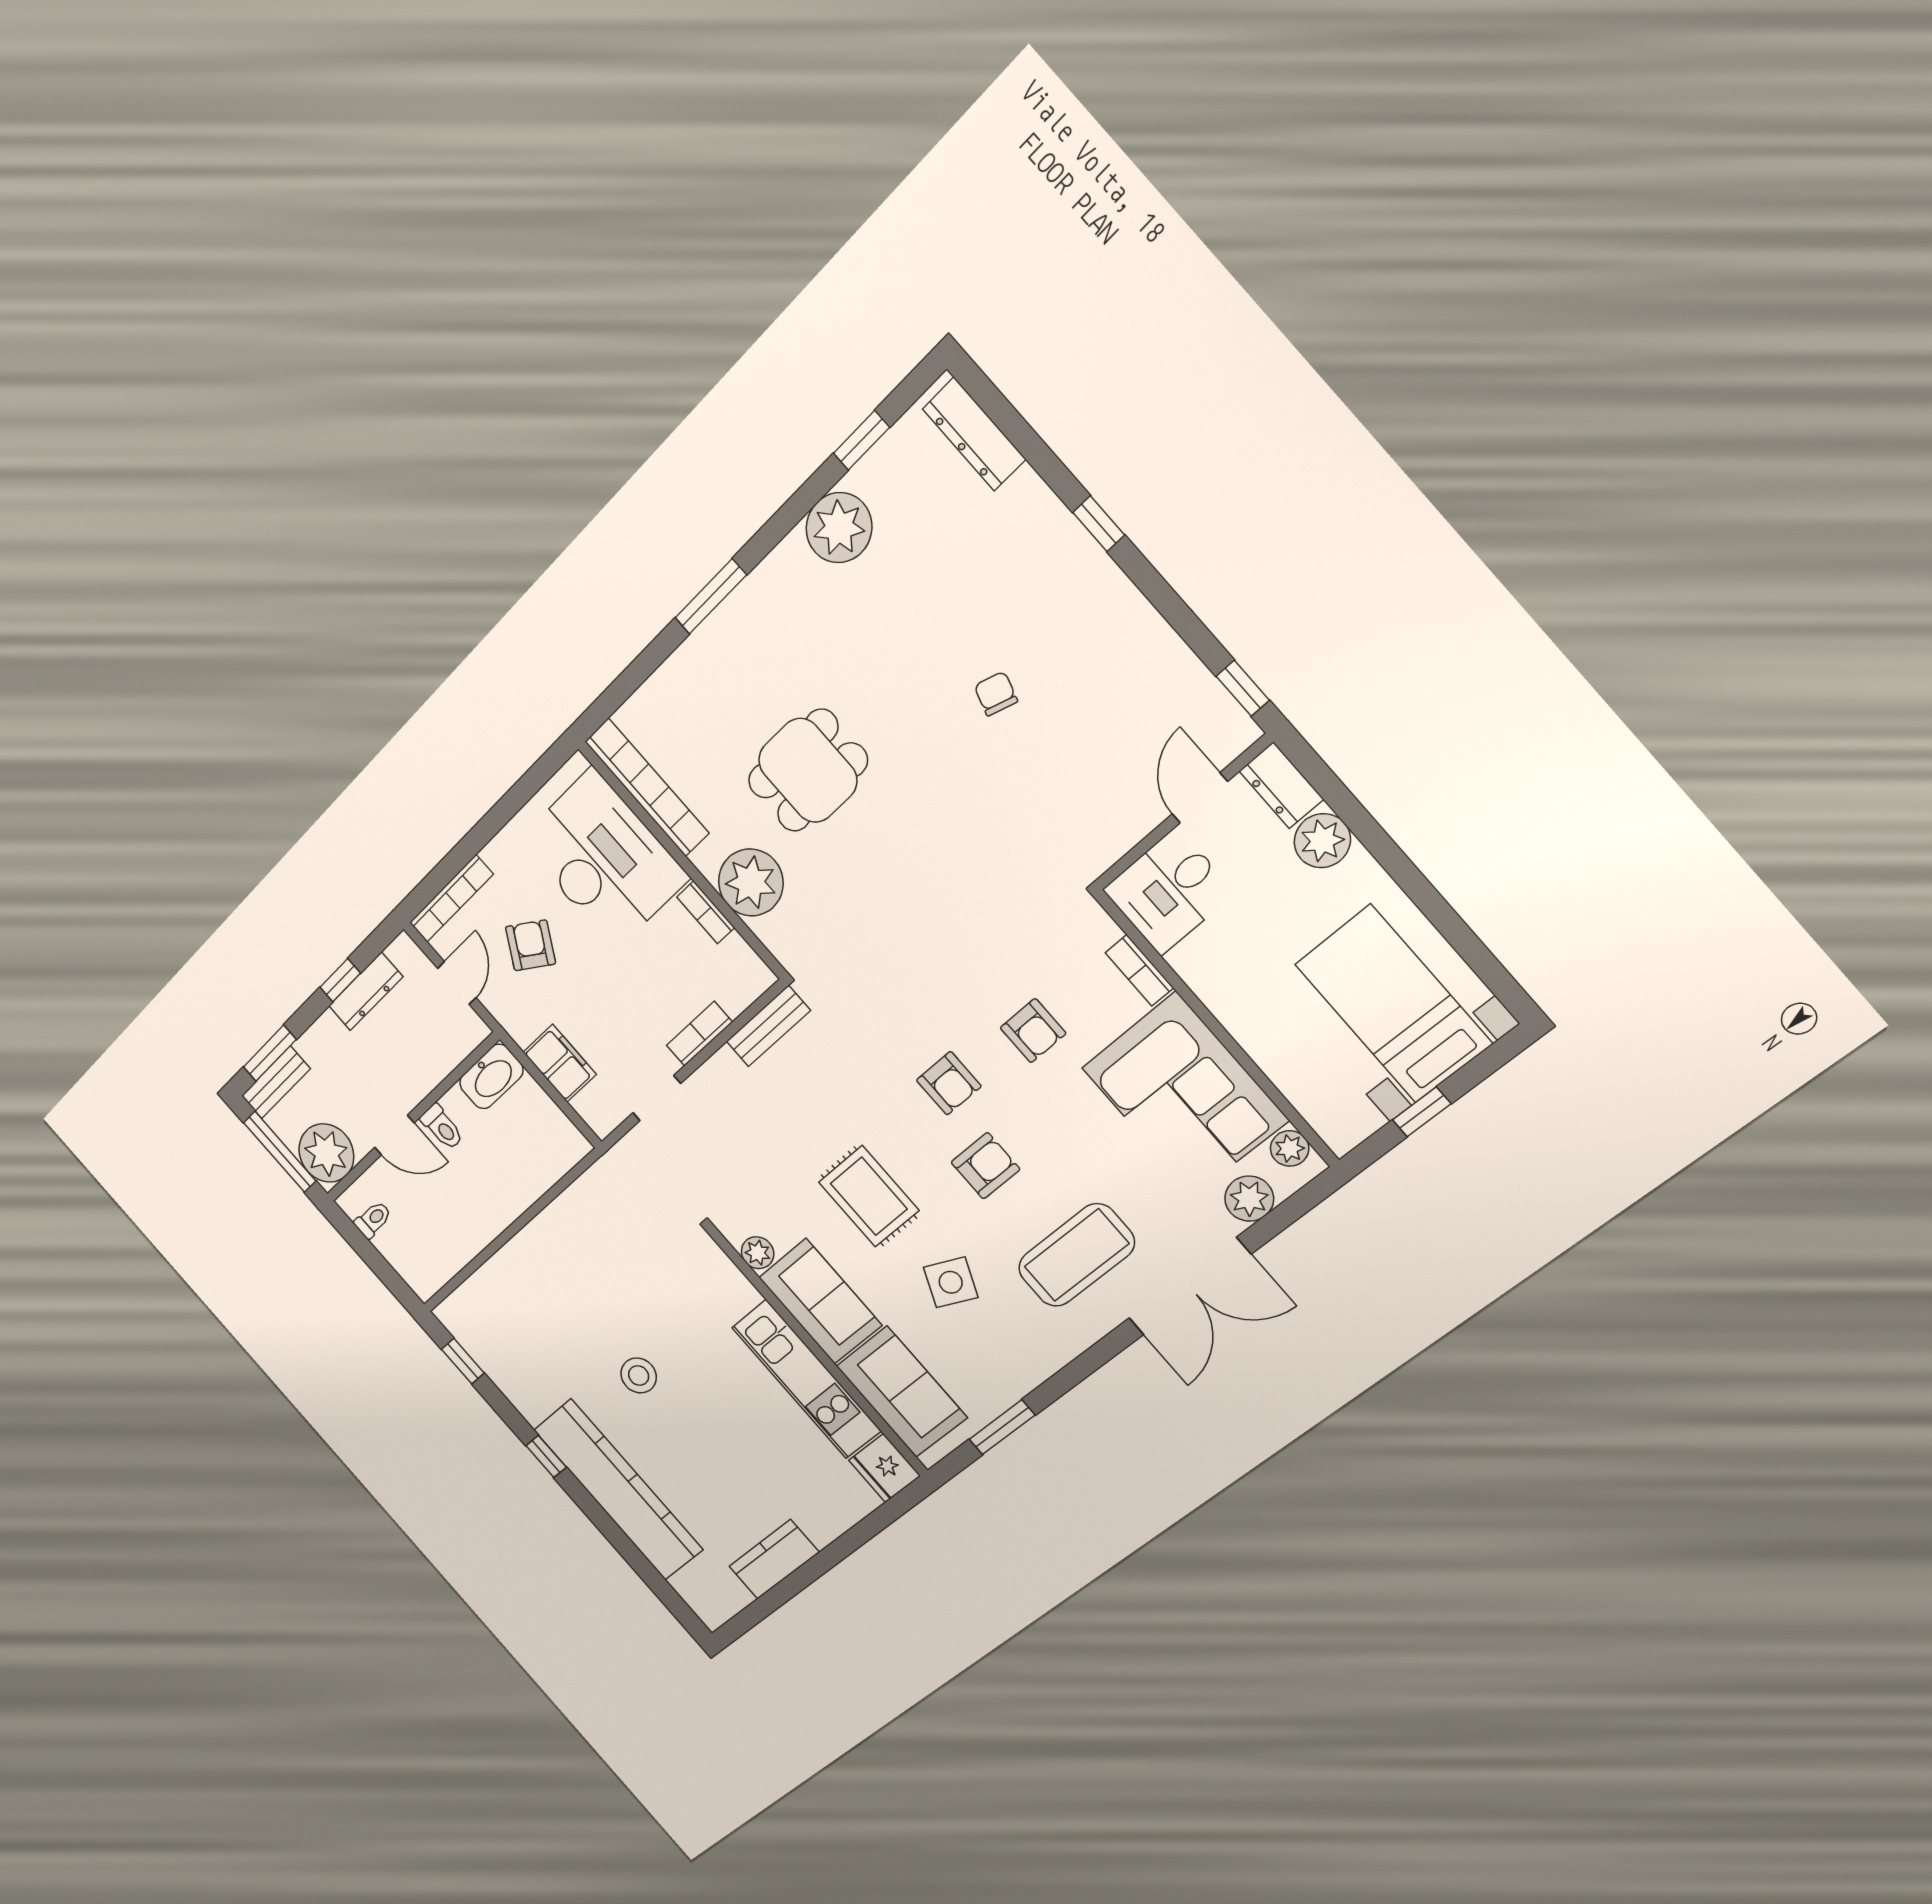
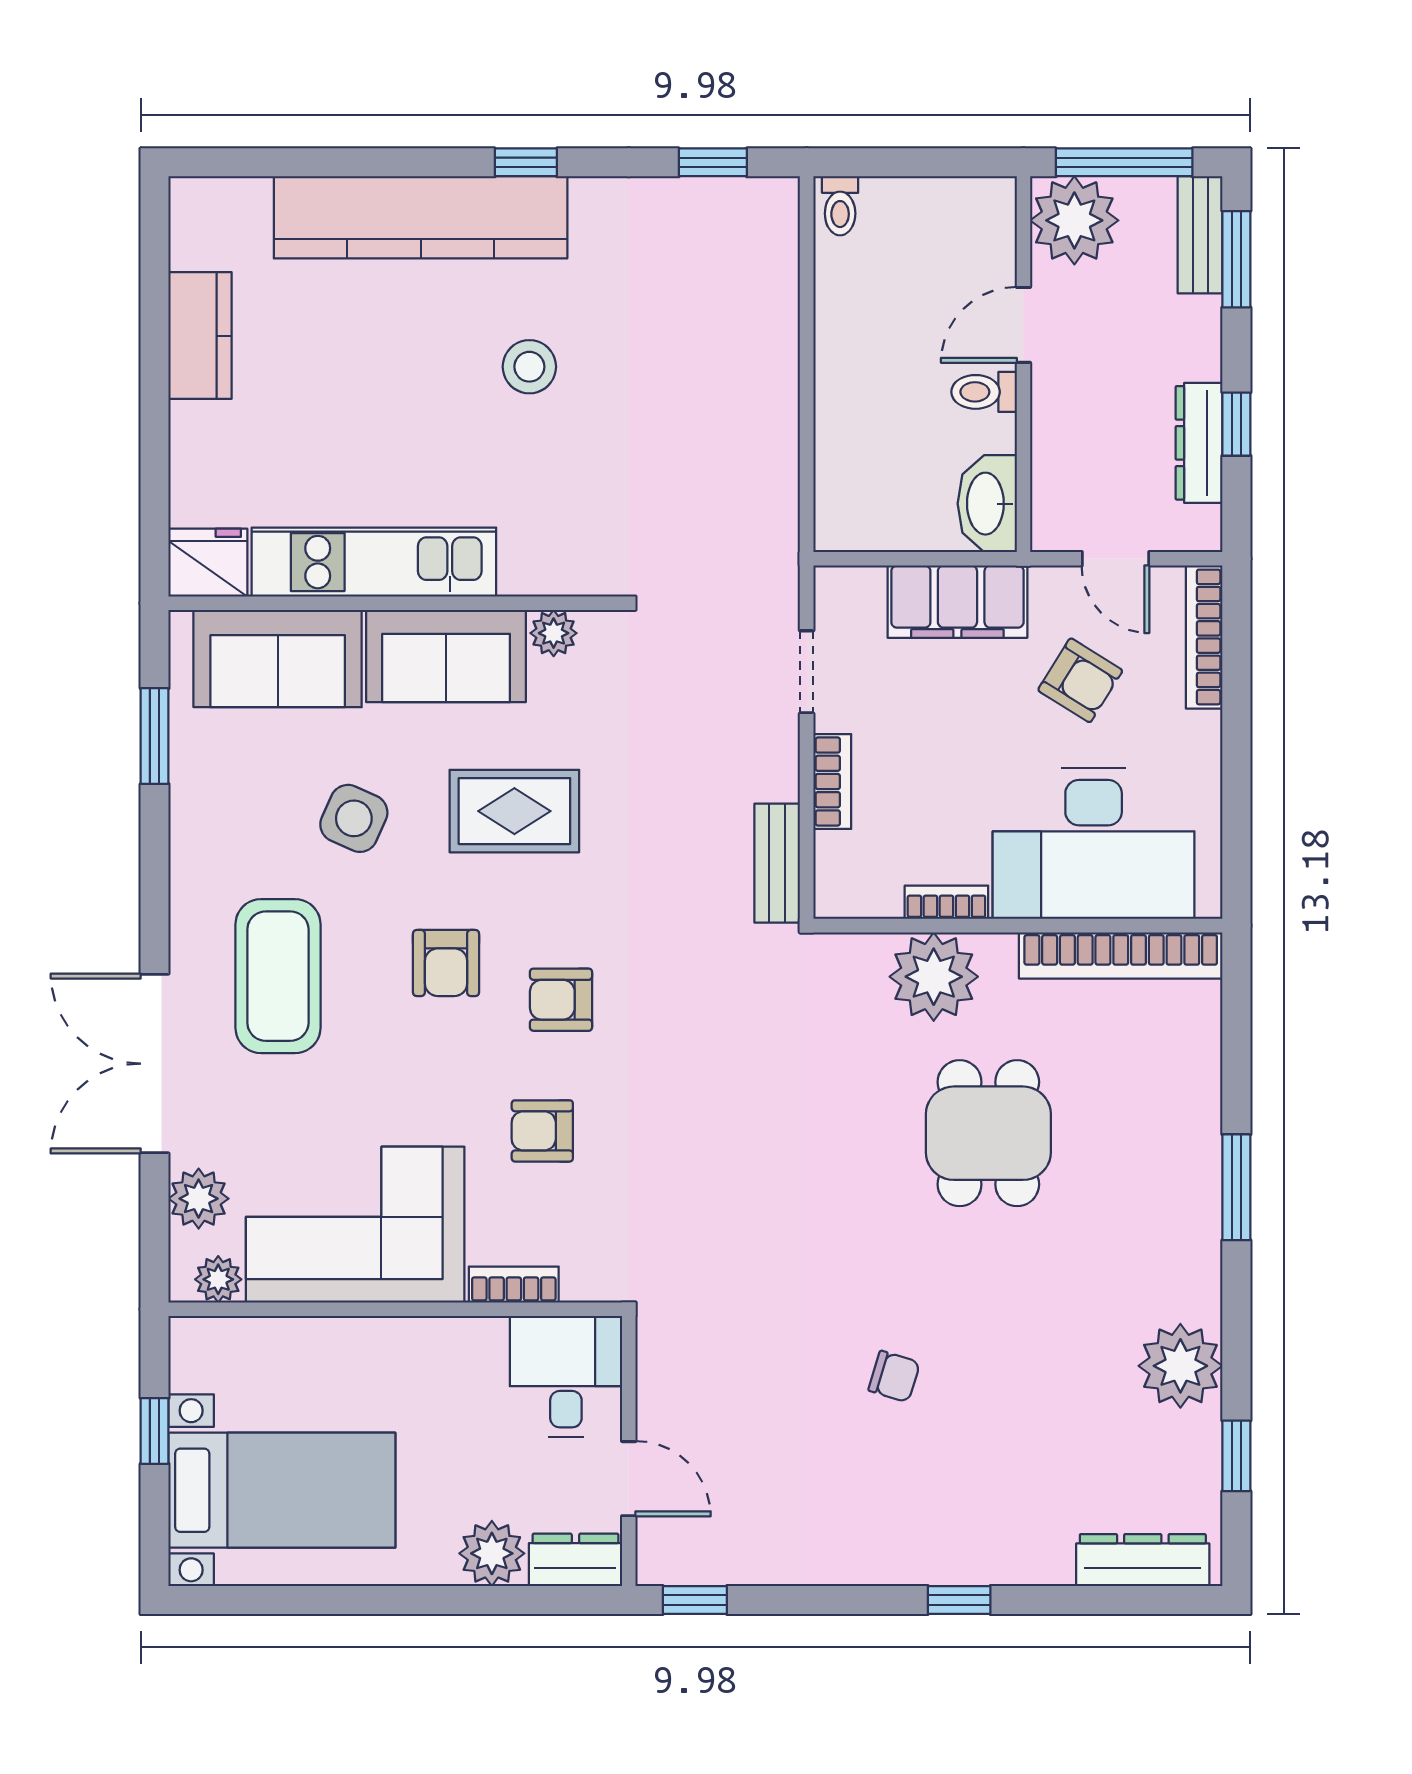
filing cabinet: (560, 1063) -> (957, 602), width x1.50, depth x1.17
toilet: (373, 1220) -> (840, 206), moved

